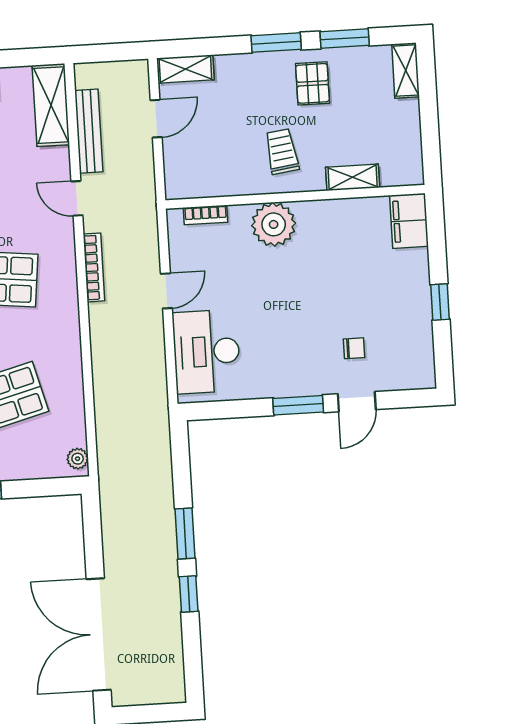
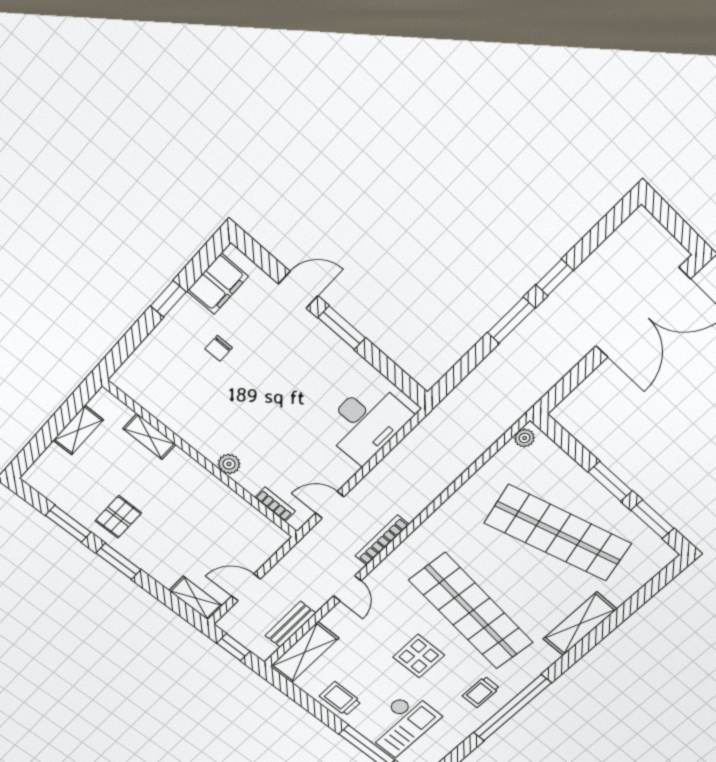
window: (112, 52) -> (233, 647), added
shelving: (406, 71) -> (78, 430), moved
bench: (89, 131) -> (290, 624), width x0.73
trolley: (282, 151) -> (182, 496), removed
filing cabinet: (409, 221) -> (218, 284), moved
plant: (274, 224) -> (229, 464), width x0.53, depth x0.53
door: (166, 291) -> (330, 505), moved
chair: (354, 348) -> (219, 348), moved, turned -90

